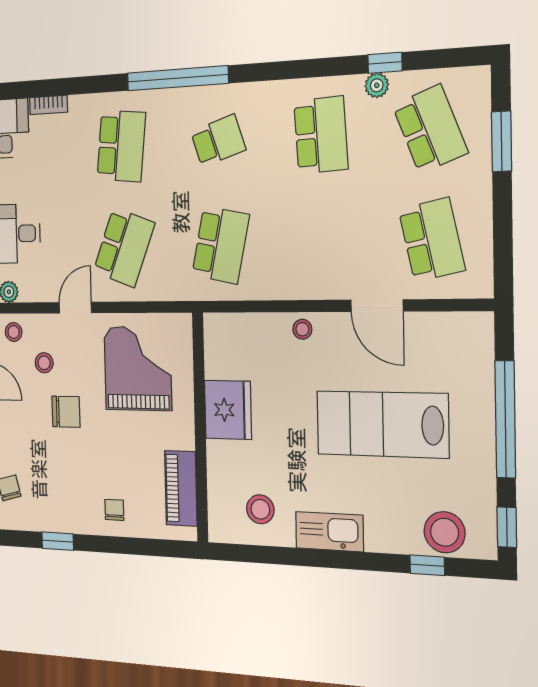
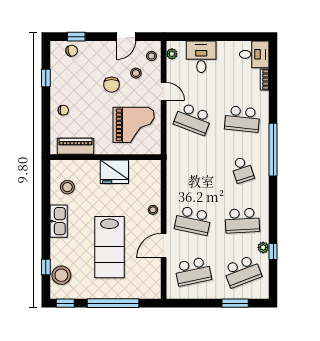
school desk: (220, 245) -> (193, 221), moved
lab bench: (382, 424) -> (109, 247), turned 180

